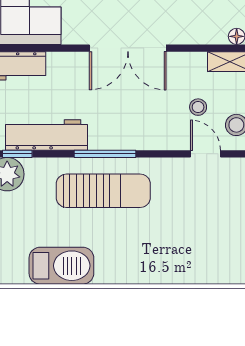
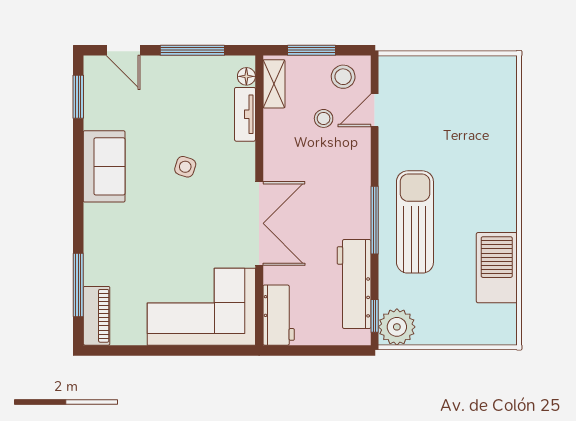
tv unit: (202, 35) -> (245, 114), added
double door: (128, 48) -> (259, 223), moved

